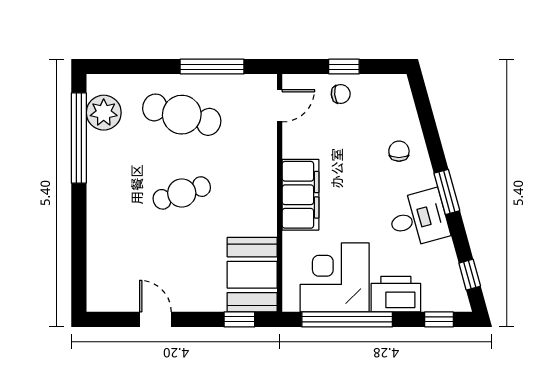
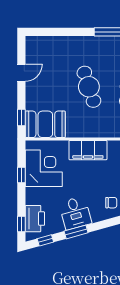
window: (447, 192) -> (76, 232), moved
cafe table: (182, 193) -> (89, 87), width x1.37, depth x1.35
printer: (396, 294) -> (35, 219), moved
window: (347, 319) -> (21, 175), width x0.32

